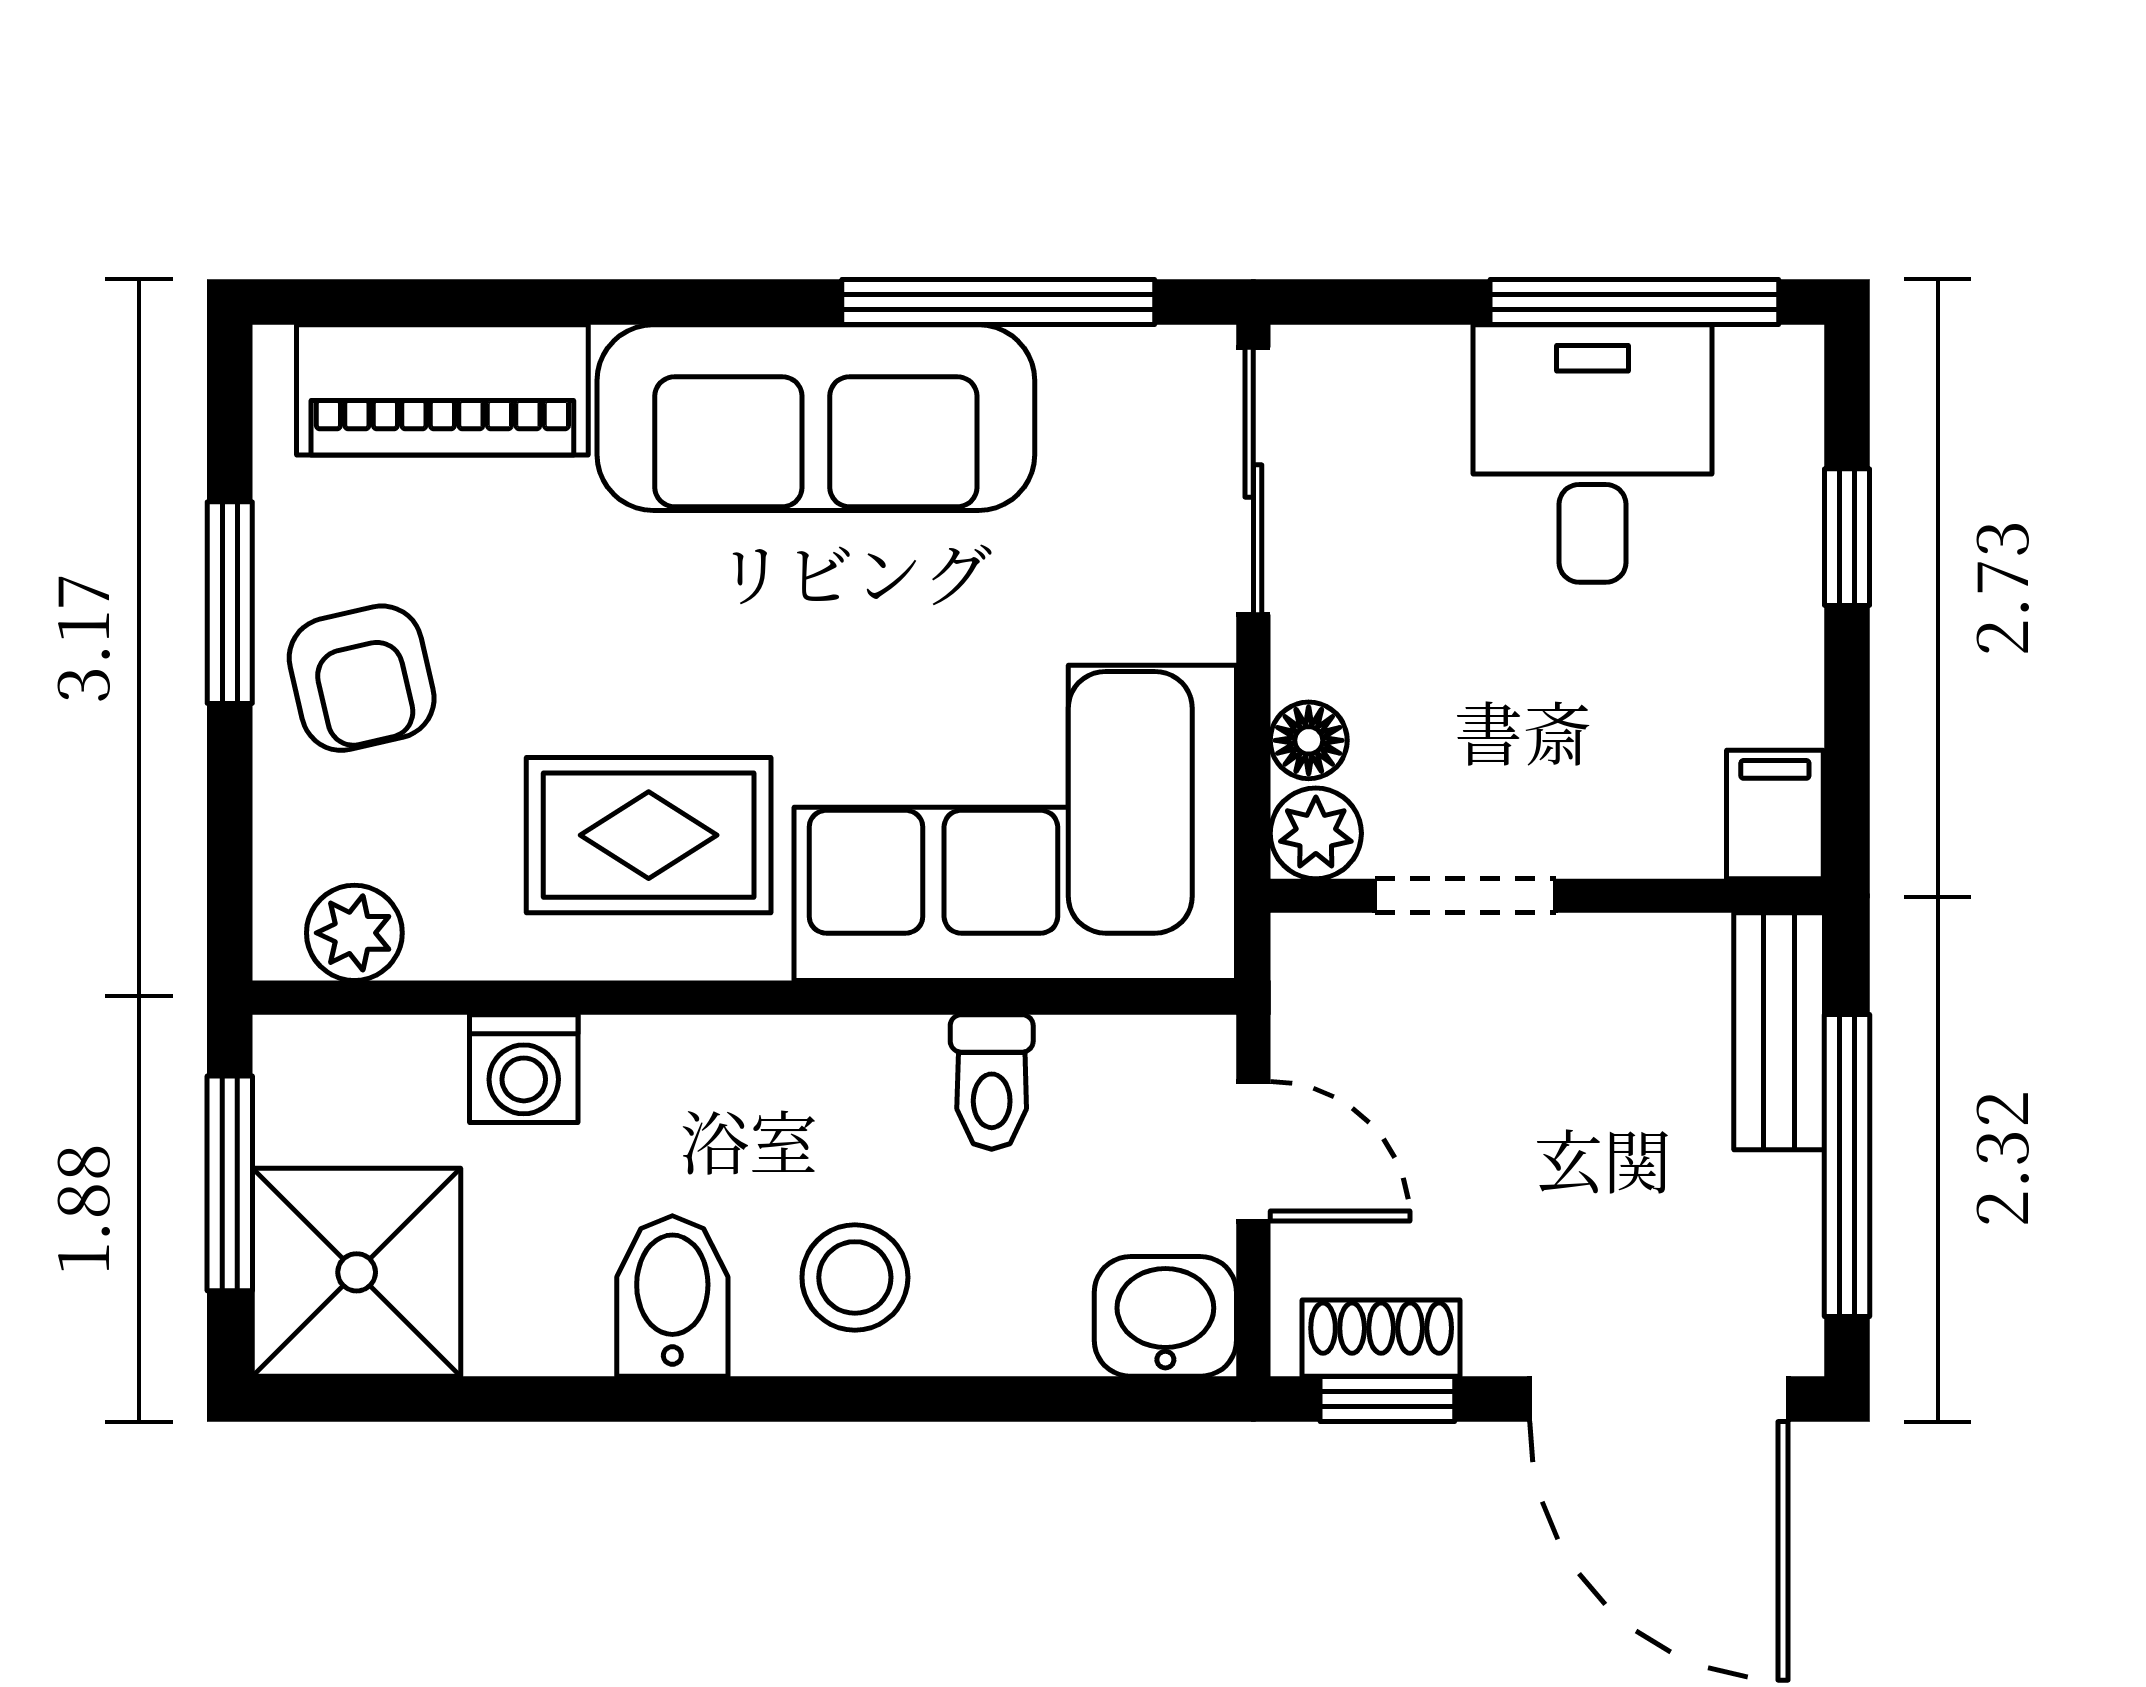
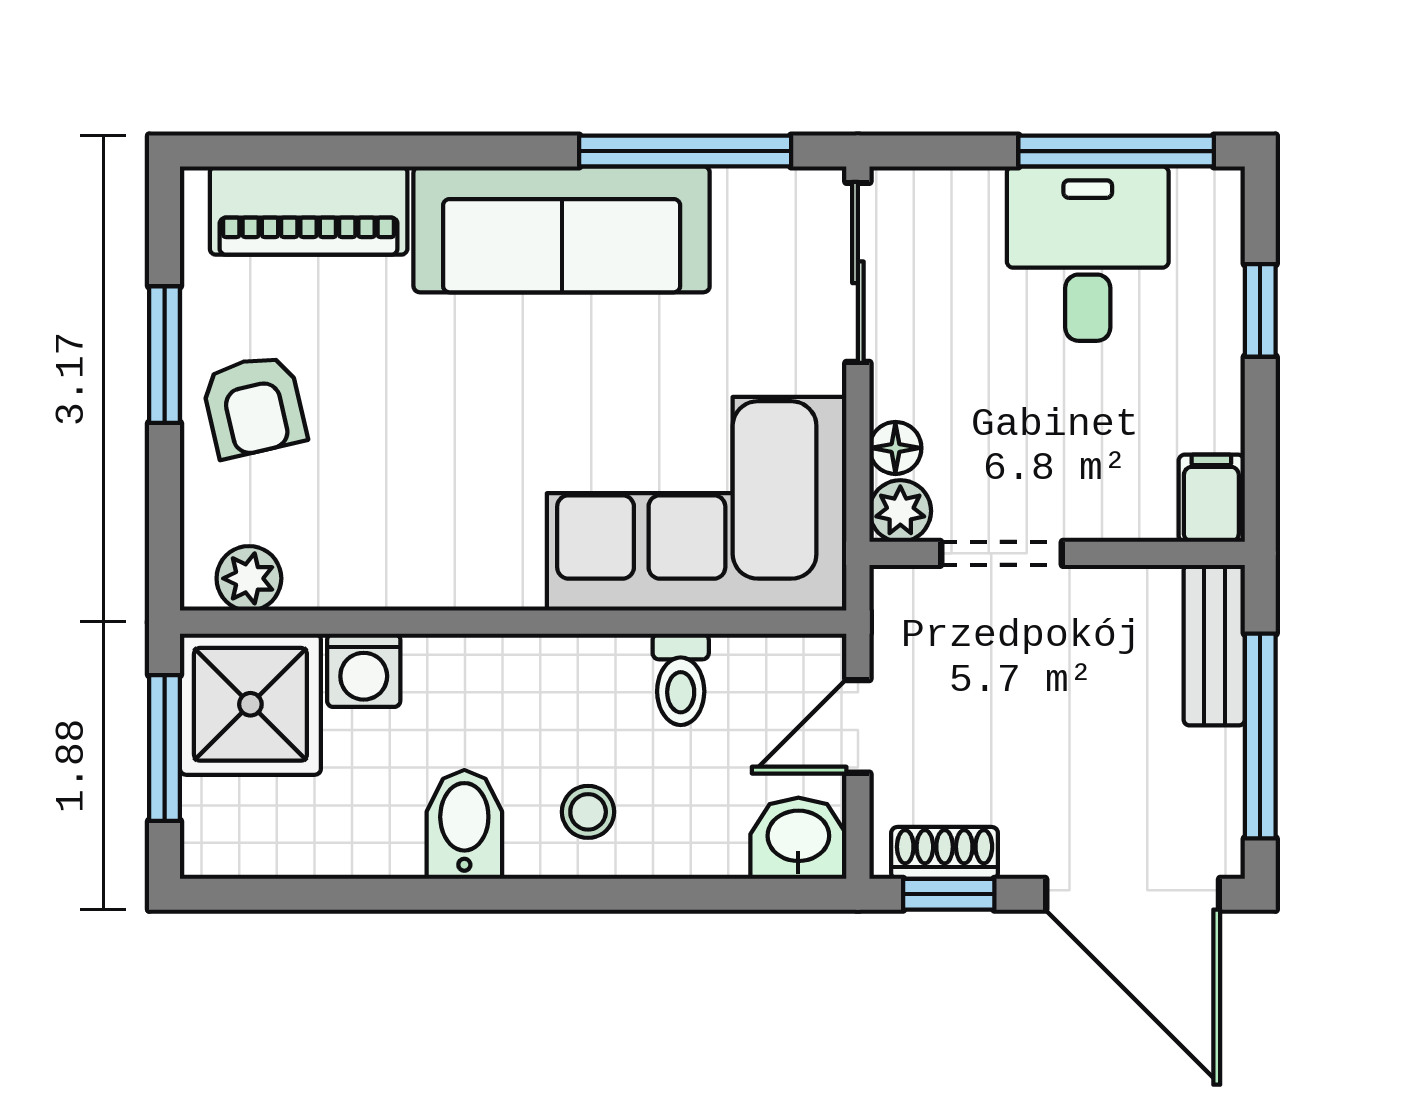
rug: (649, 835) -> (448, 512), removed
door: (1253, 1151) -> (858, 726), swing flipped
shower: (357, 1272) -> (250, 704), moved
stool: (855, 1277) -> (588, 812), width x0.73, depth x0.73

